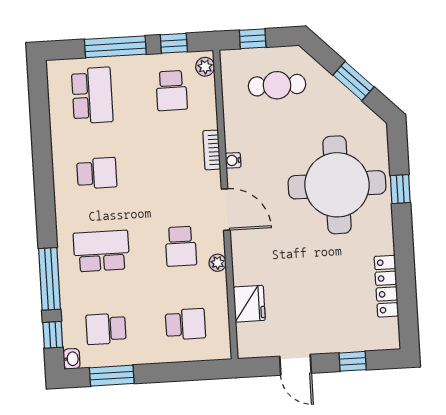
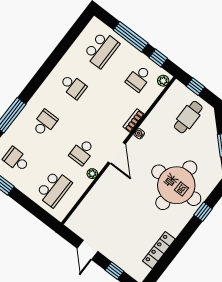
cafe table: (277, 85) -> (188, 117), turned 90
school desk: (101, 251) -> (45, 123), width x0.54
fridge: (249, 304) -> (90, 204), removed
school desk: (185, 324) -> (54, 189), width x1.85

